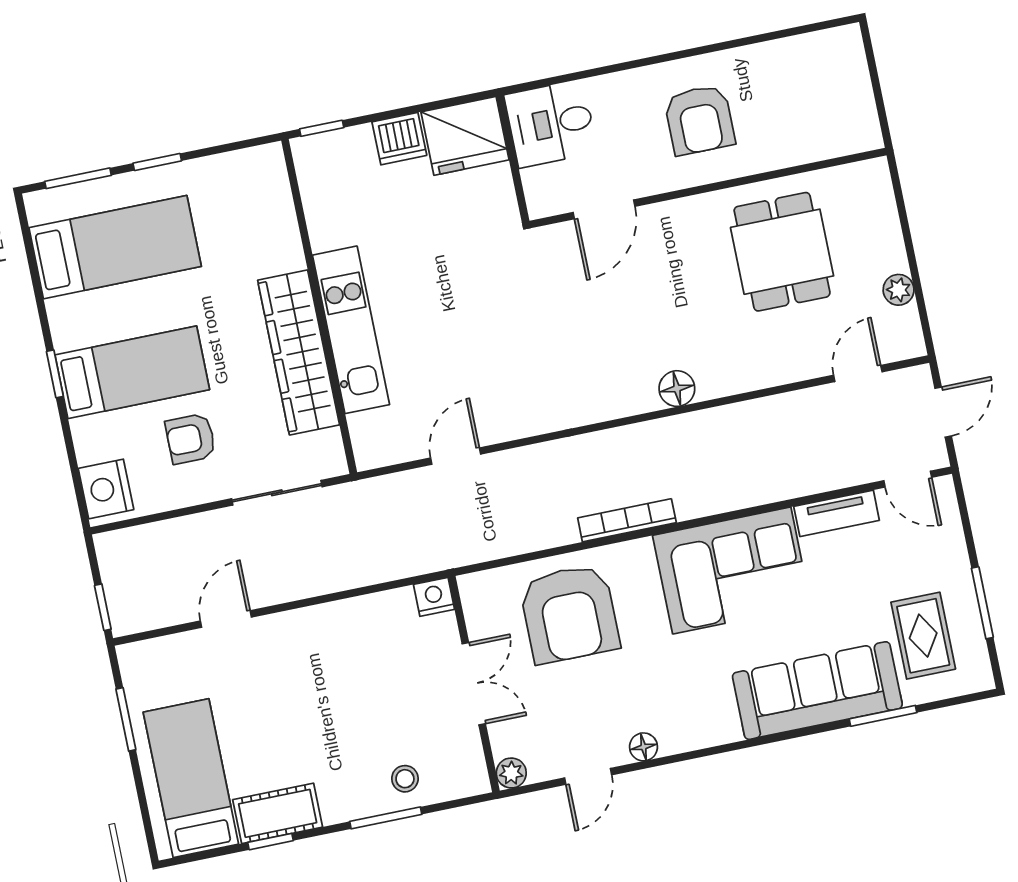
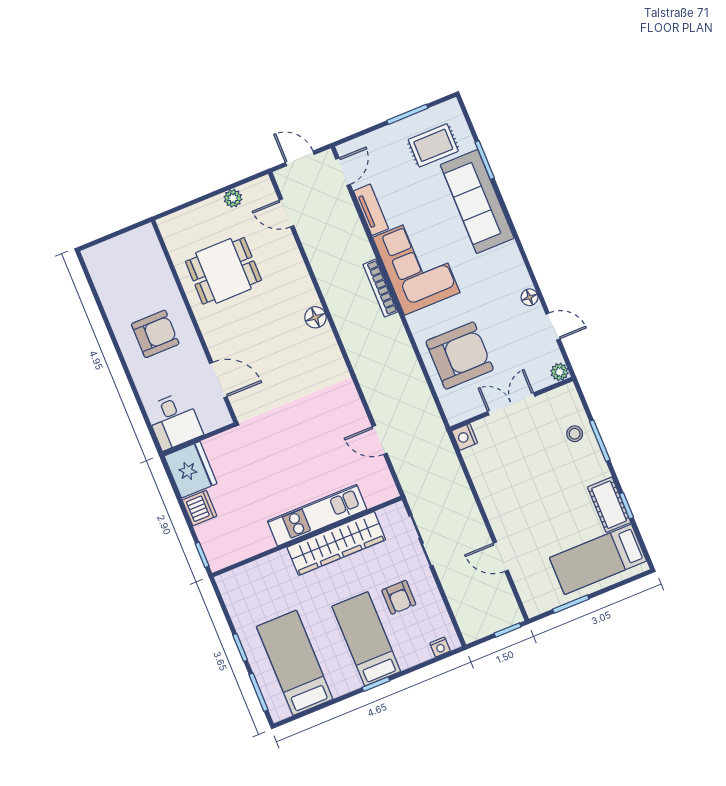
nightstand: (106, 489) -> (440, 647), width x0.53, depth x0.56
bookcase: (627, 520) -> (380, 288), moved

